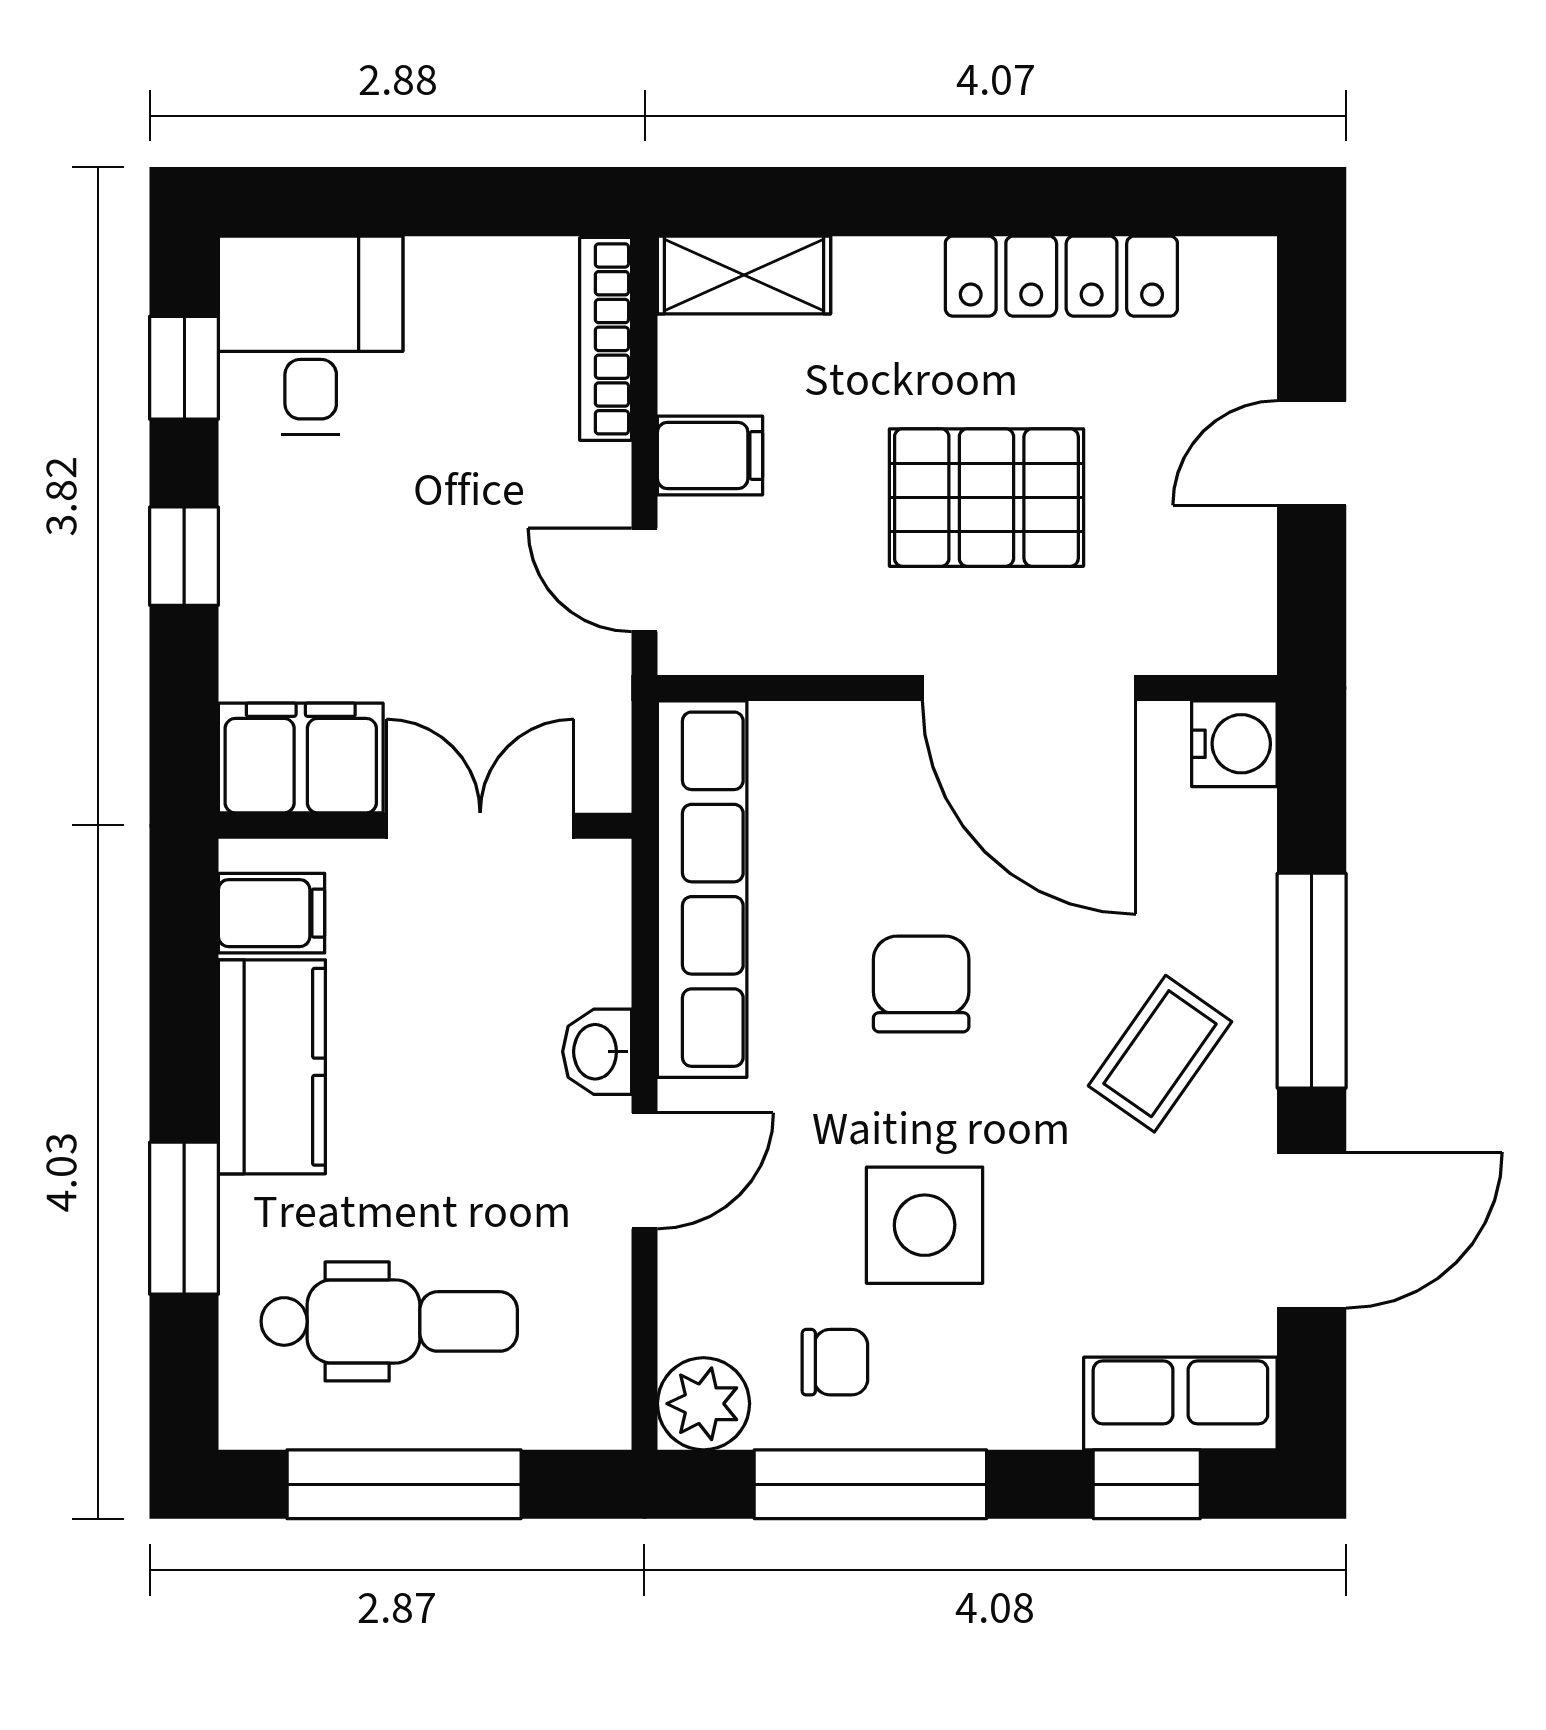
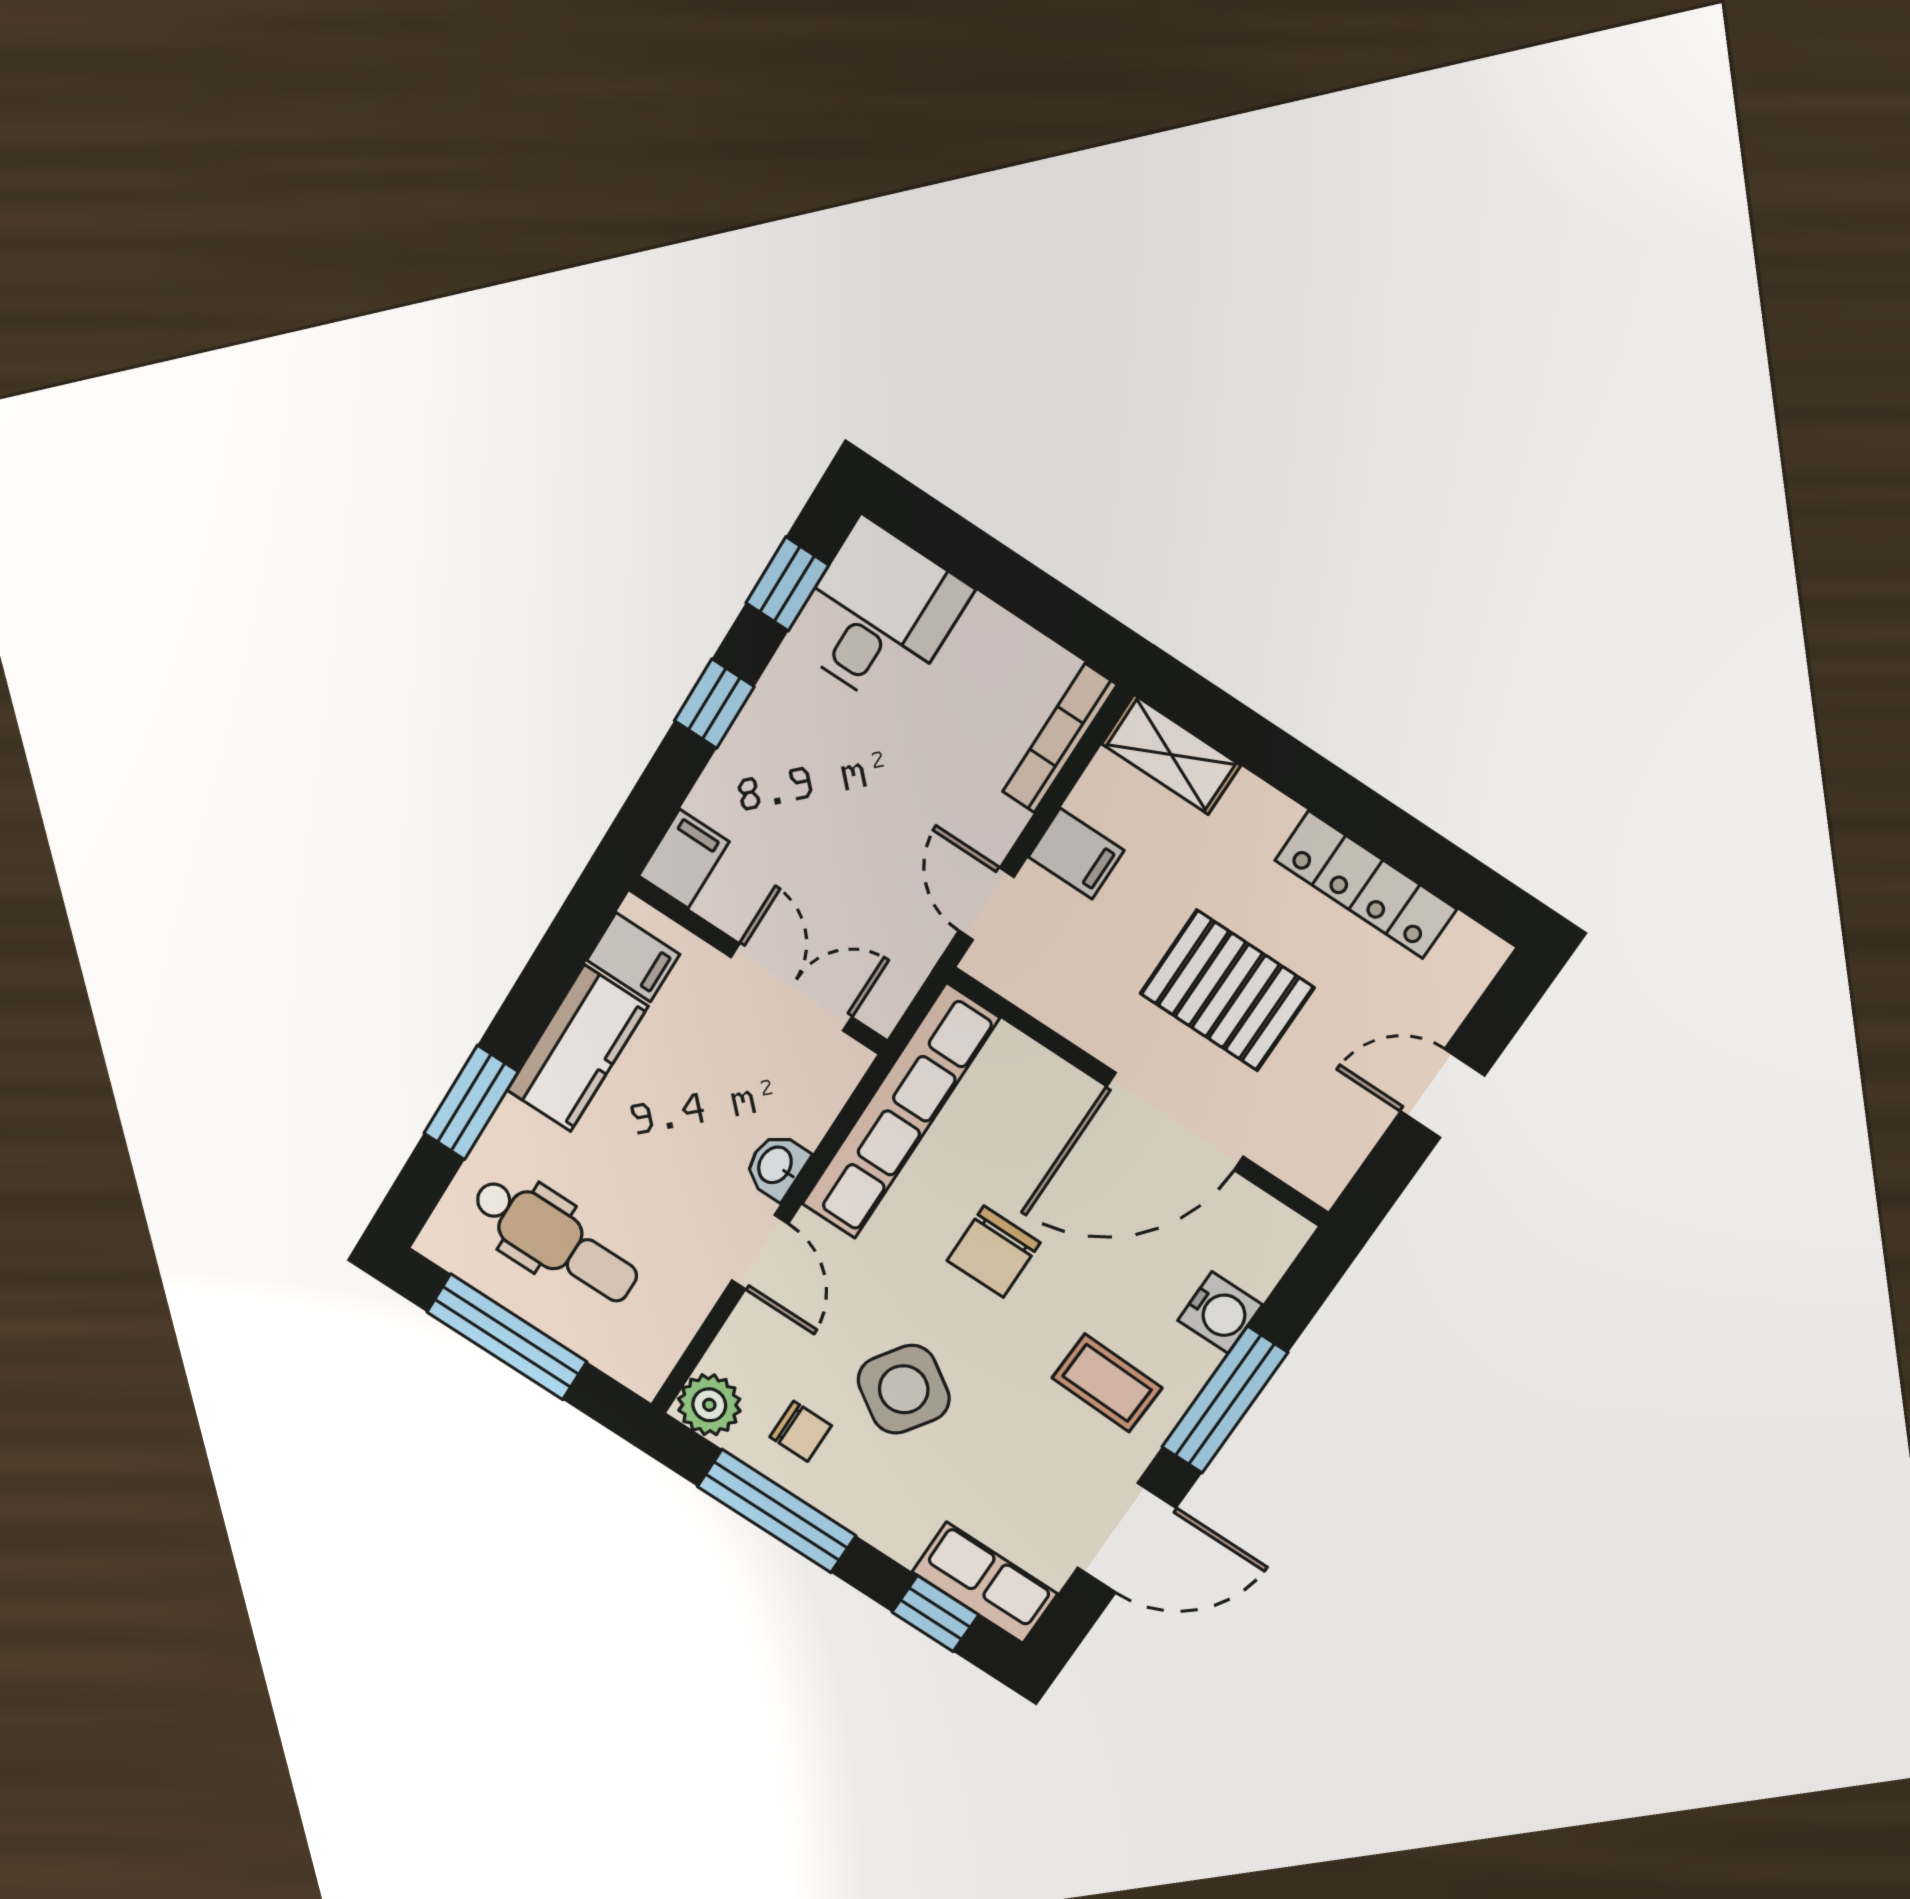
door: (1029, 688) -> (1175, 1121), hinge flipped
water cooler: (1234, 744) -> (1220, 1313), moved
filing cabinet: (301, 758) -> (684, 859), width x0.50
chair: (921, 984) -> (994, 1252), turned 180
coffee table: (1160, 1054) -> (1107, 1383), turned 57
door: (645, 1171) -> (760, 1252), hinge flipped
side table: (925, 1225) -> (904, 1389), turned 34

